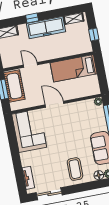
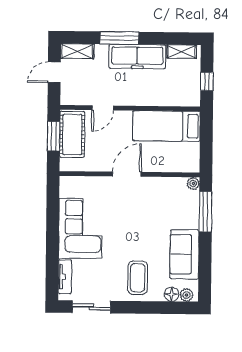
window: (32, 18) -> (119, 38), width x2.17
door: (31, 65) -> (103, 108), swing flipped
door: (55, 104) -> (127, 174), hinge flipped
corner sofa: (29, 131) -> (80, 228), moved

